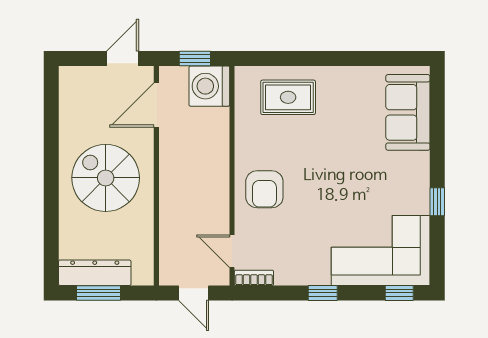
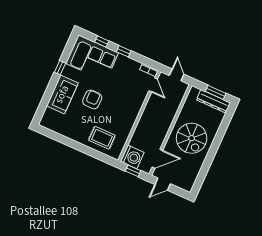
sofa: (408, 112) -> (62, 94), moved
armchair: (264, 189) -> (92, 99), moved
window: (399, 293) -> (102, 41), moved

